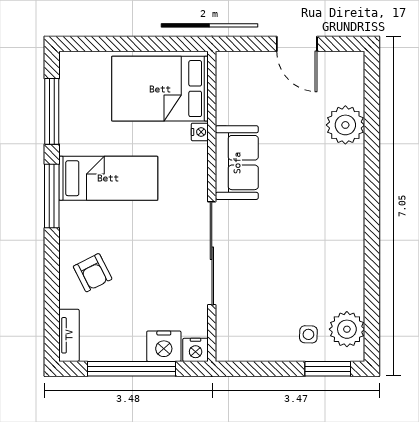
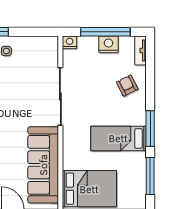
nightstand: (200, 132) -> (67, 164), removed
sofa: (237, 163) -> (43, 165), width x1.85, depth x1.27
nightstand: (164, 346) -> (109, 44), moved

